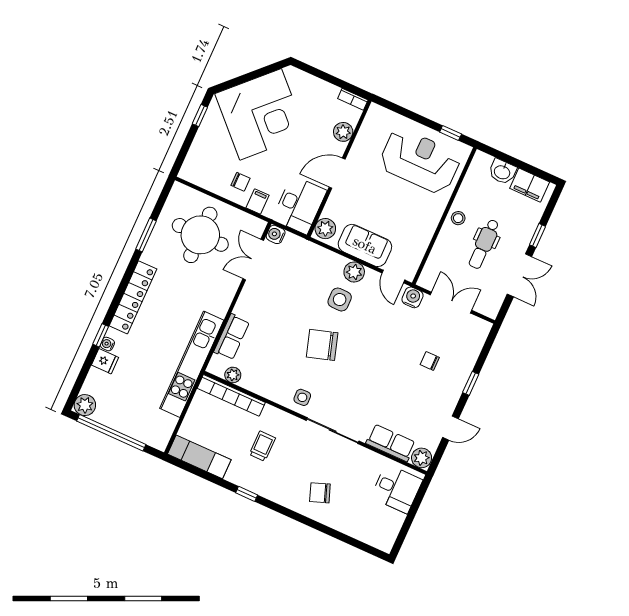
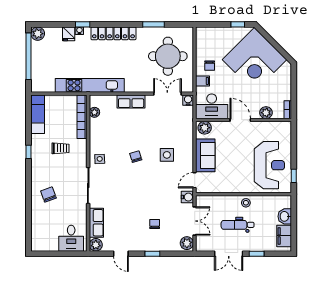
plant: (354, 272) -> (187, 243), moved
row of seats: (232, 337) -> (131, 102), moved
chair: (322, 345) -> (136, 157), width x0.54, depth x0.54

